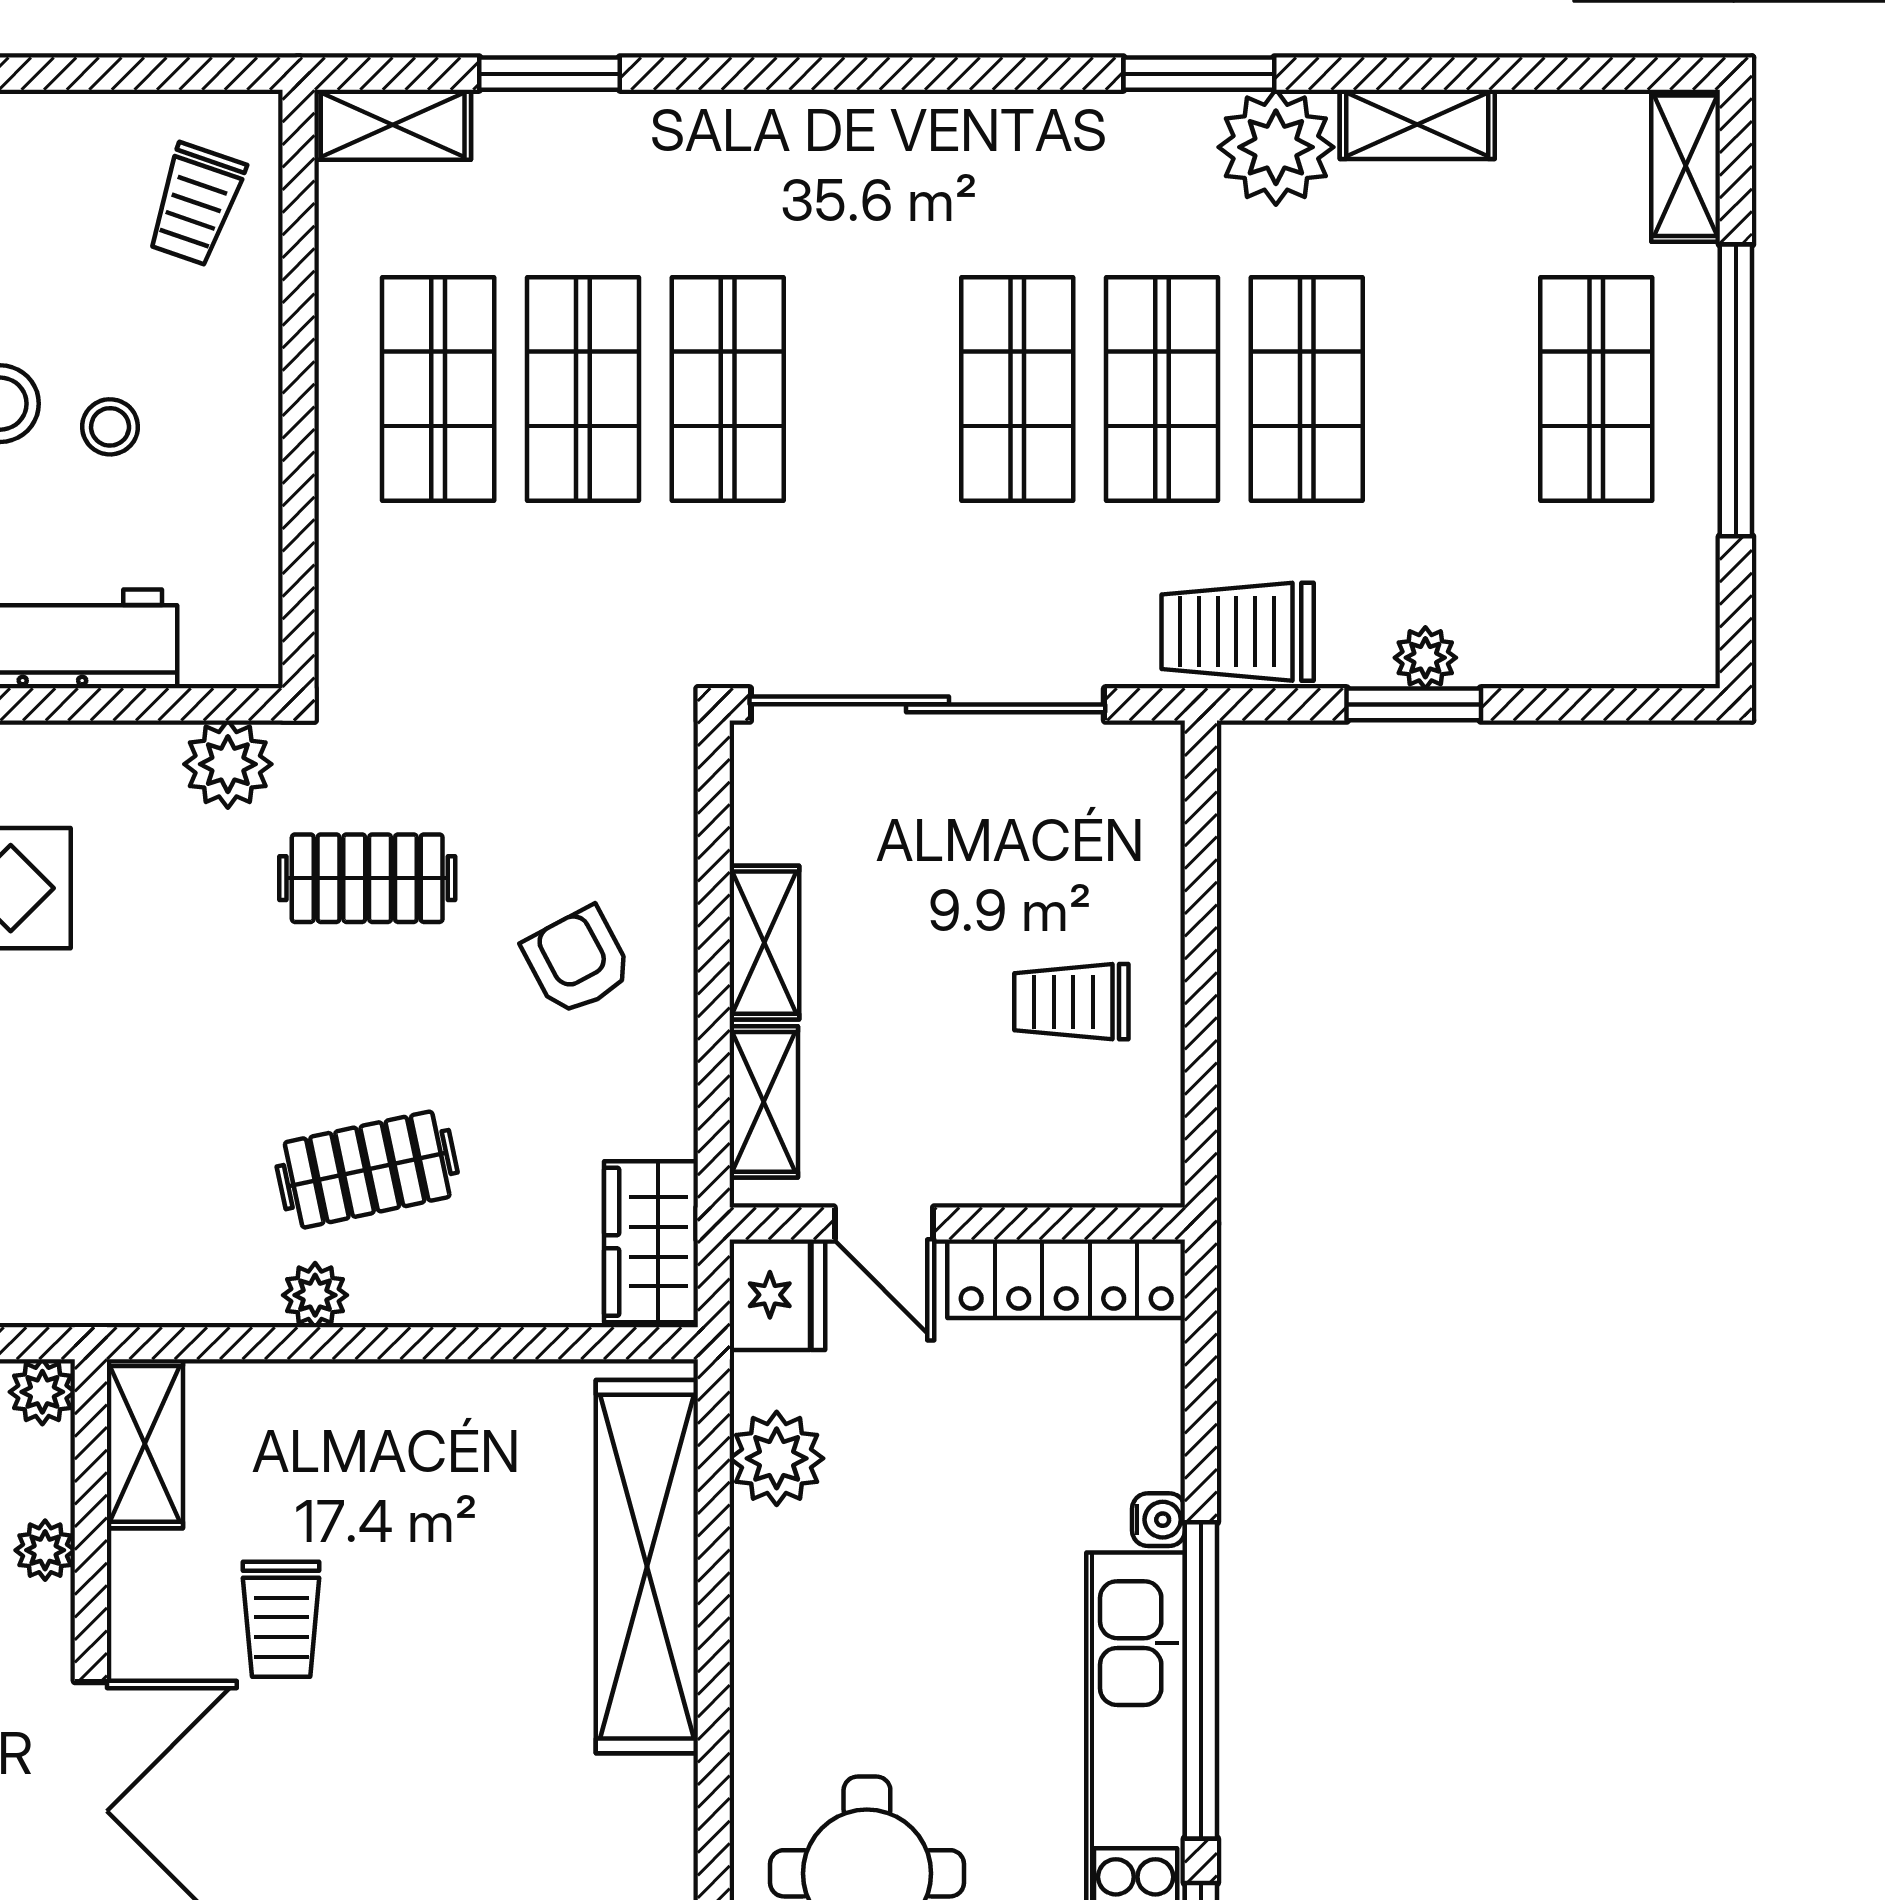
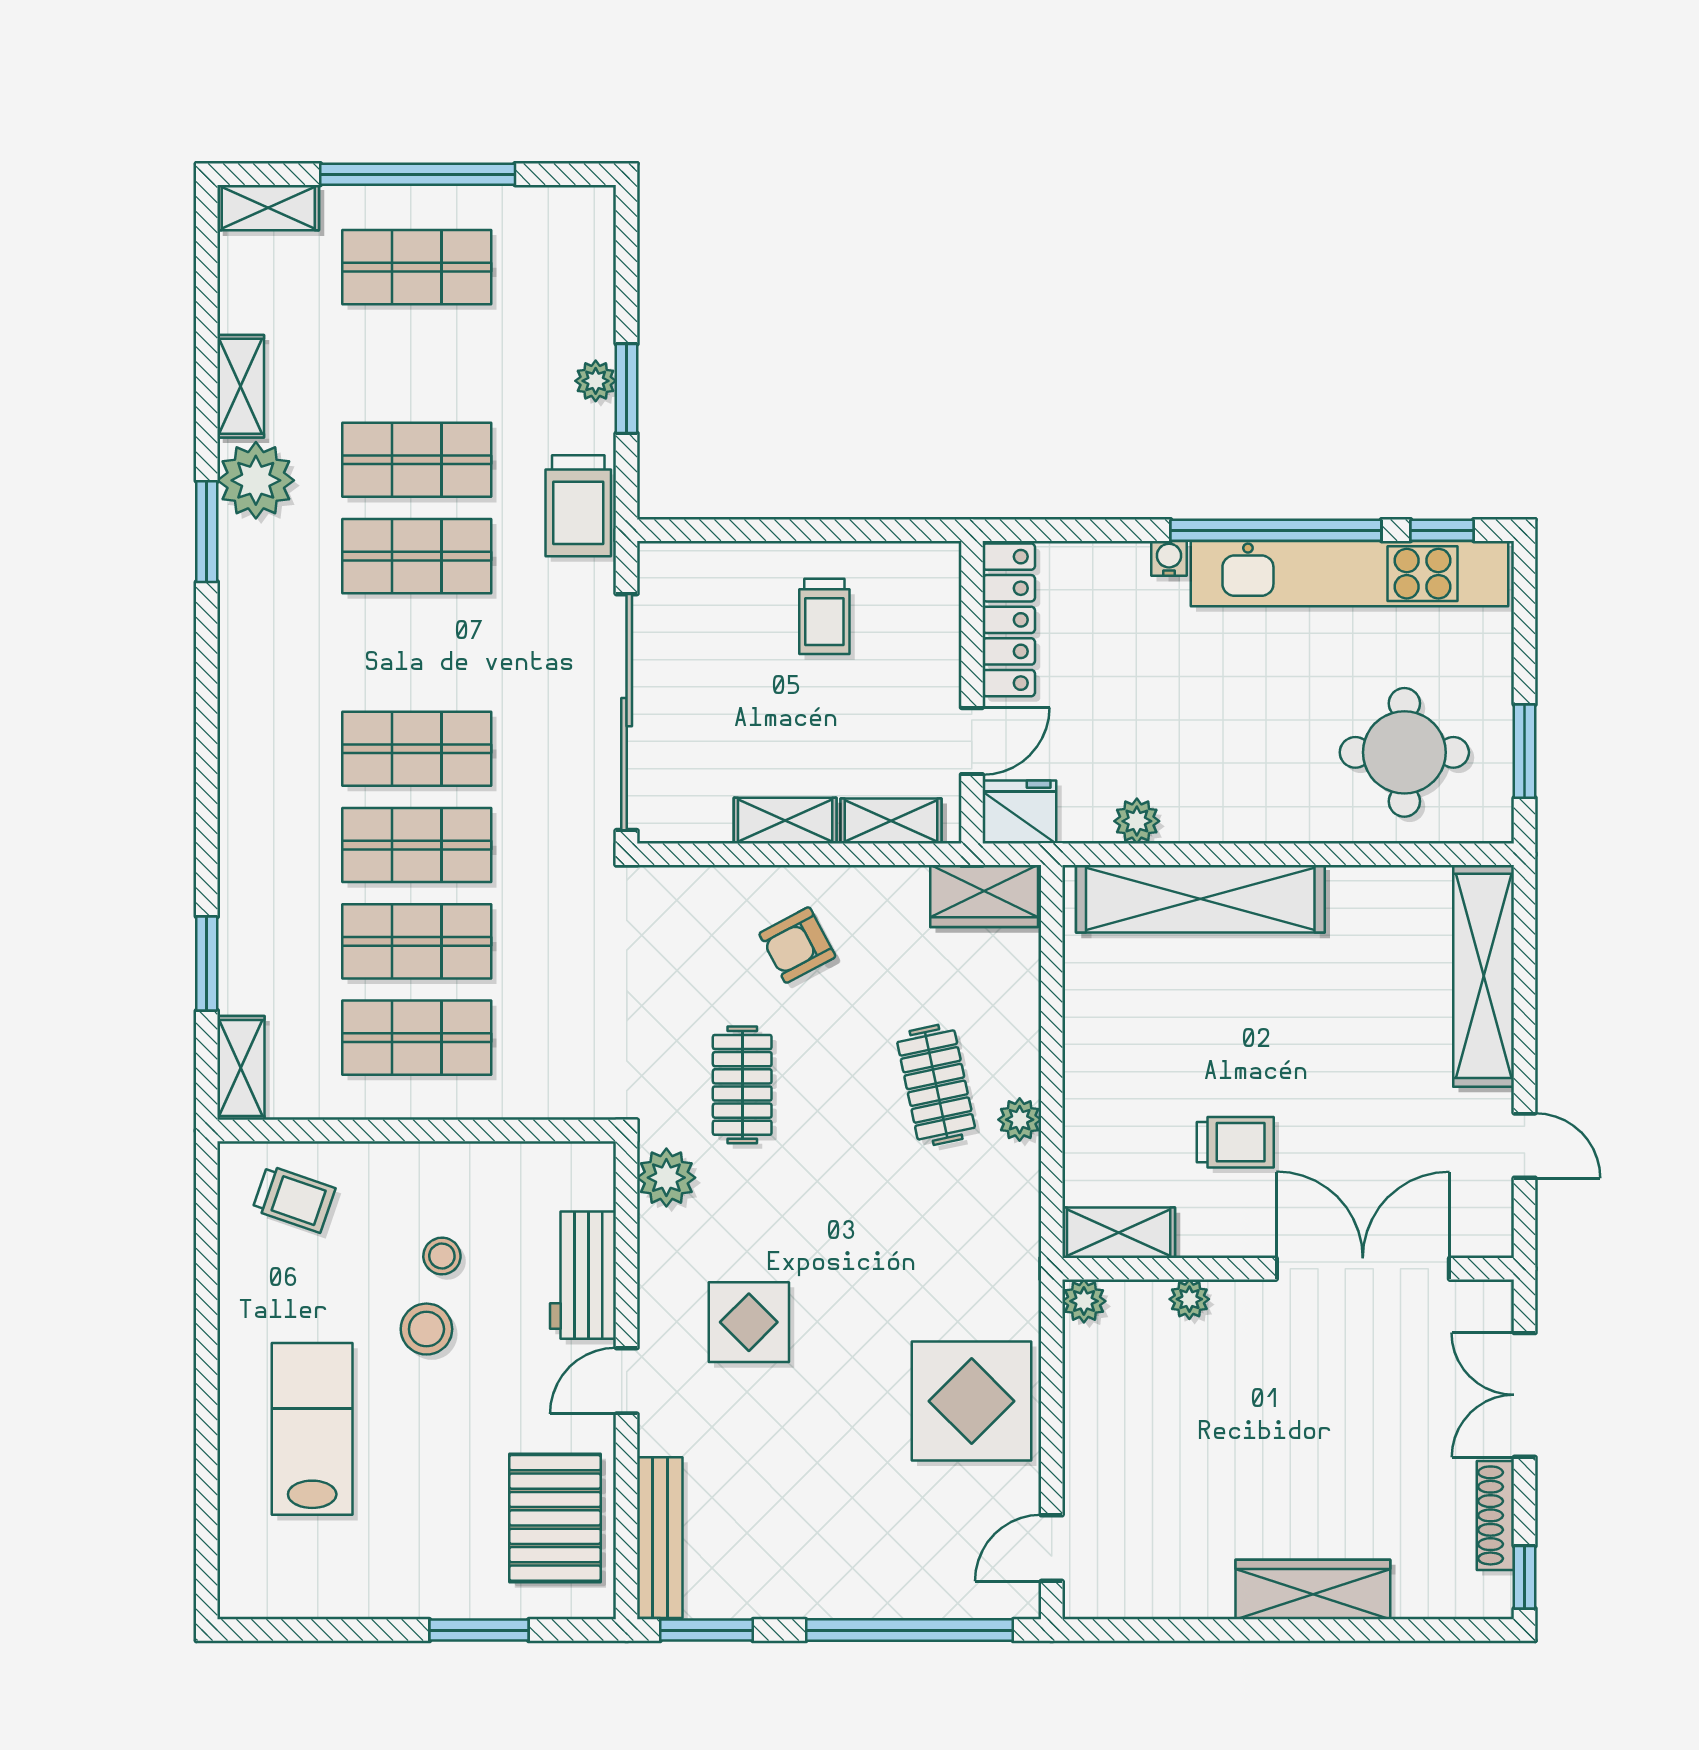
shop shelf: (1017, 389) -> (417, 749), moved
plant: (777, 1458) -> (1137, 821), width x0.73, depth x0.73

